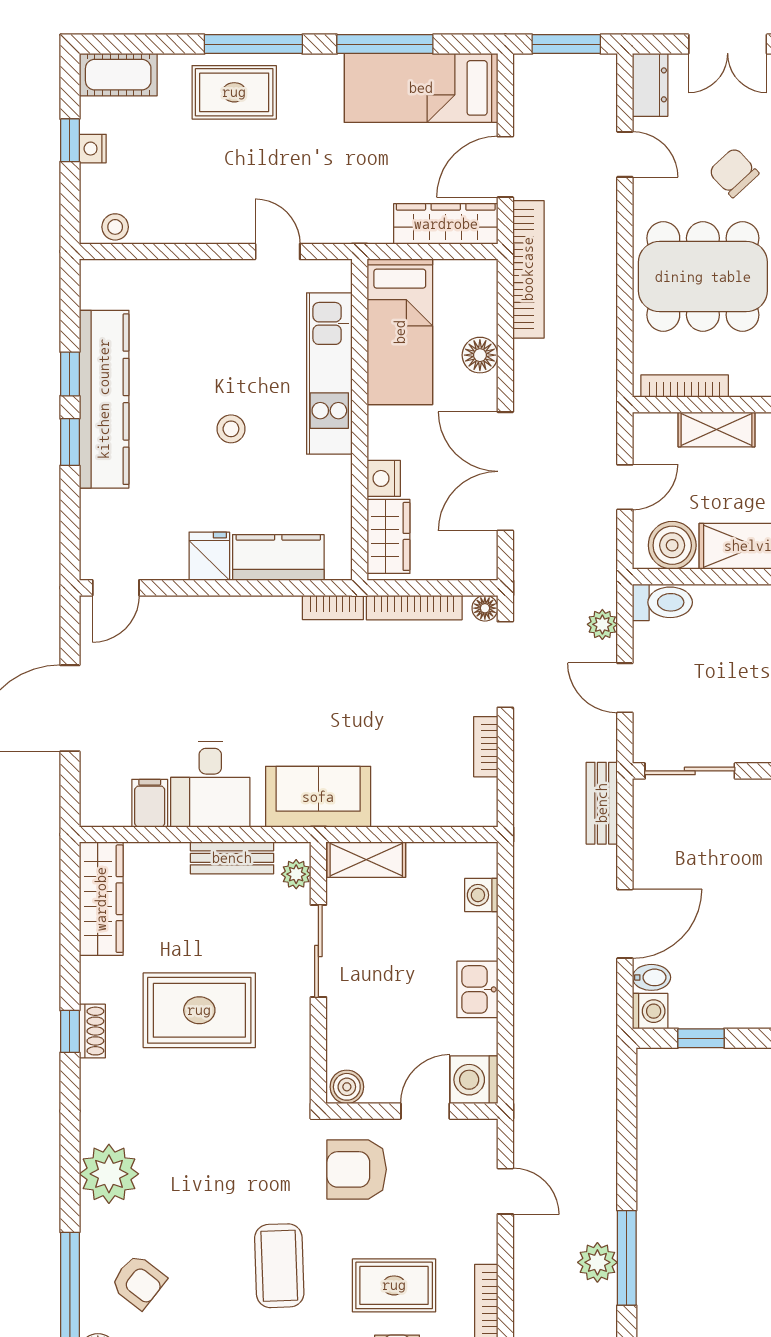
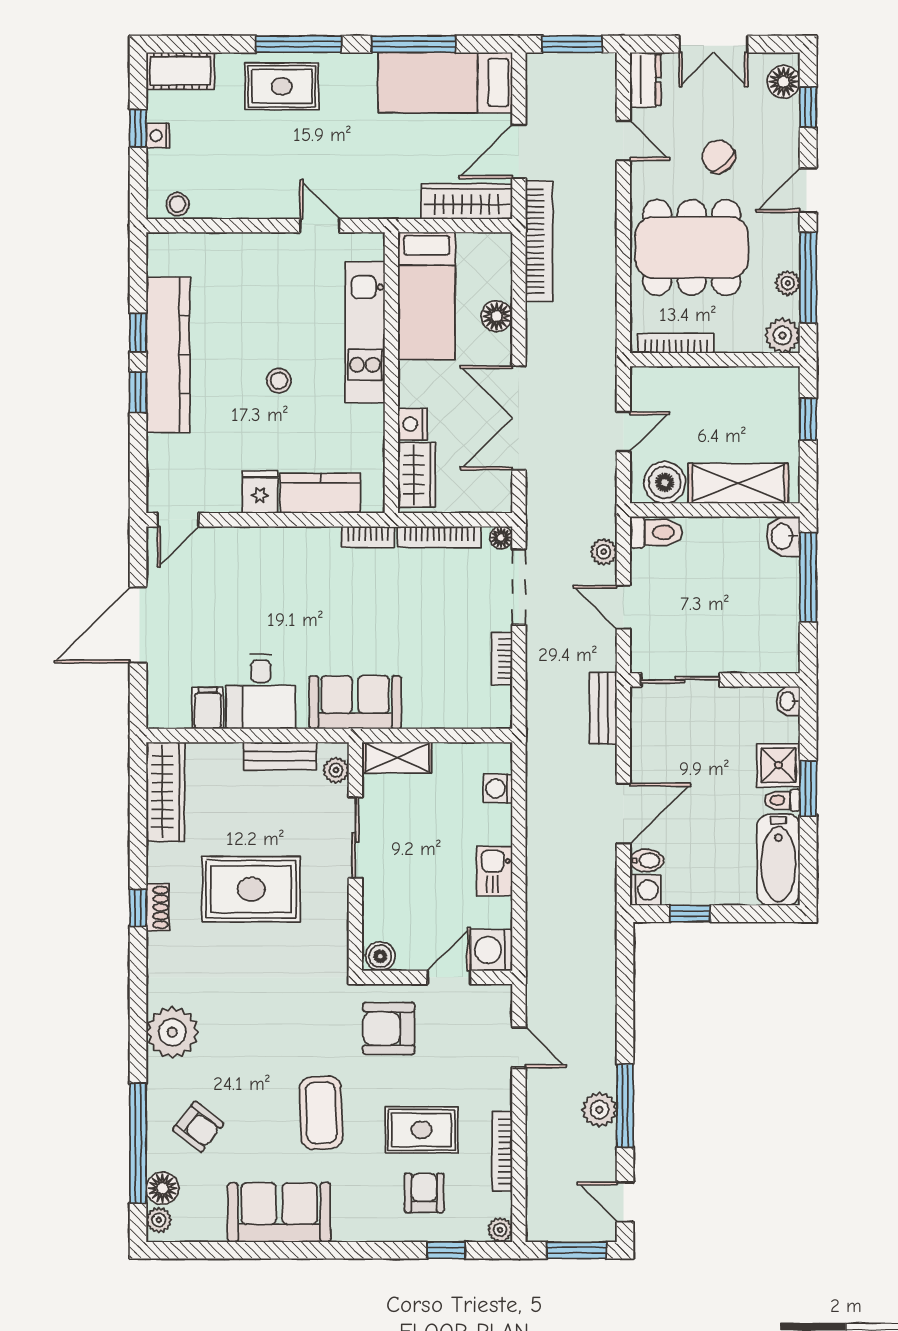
shelving: (716, 429) -> (704, 381), removed

